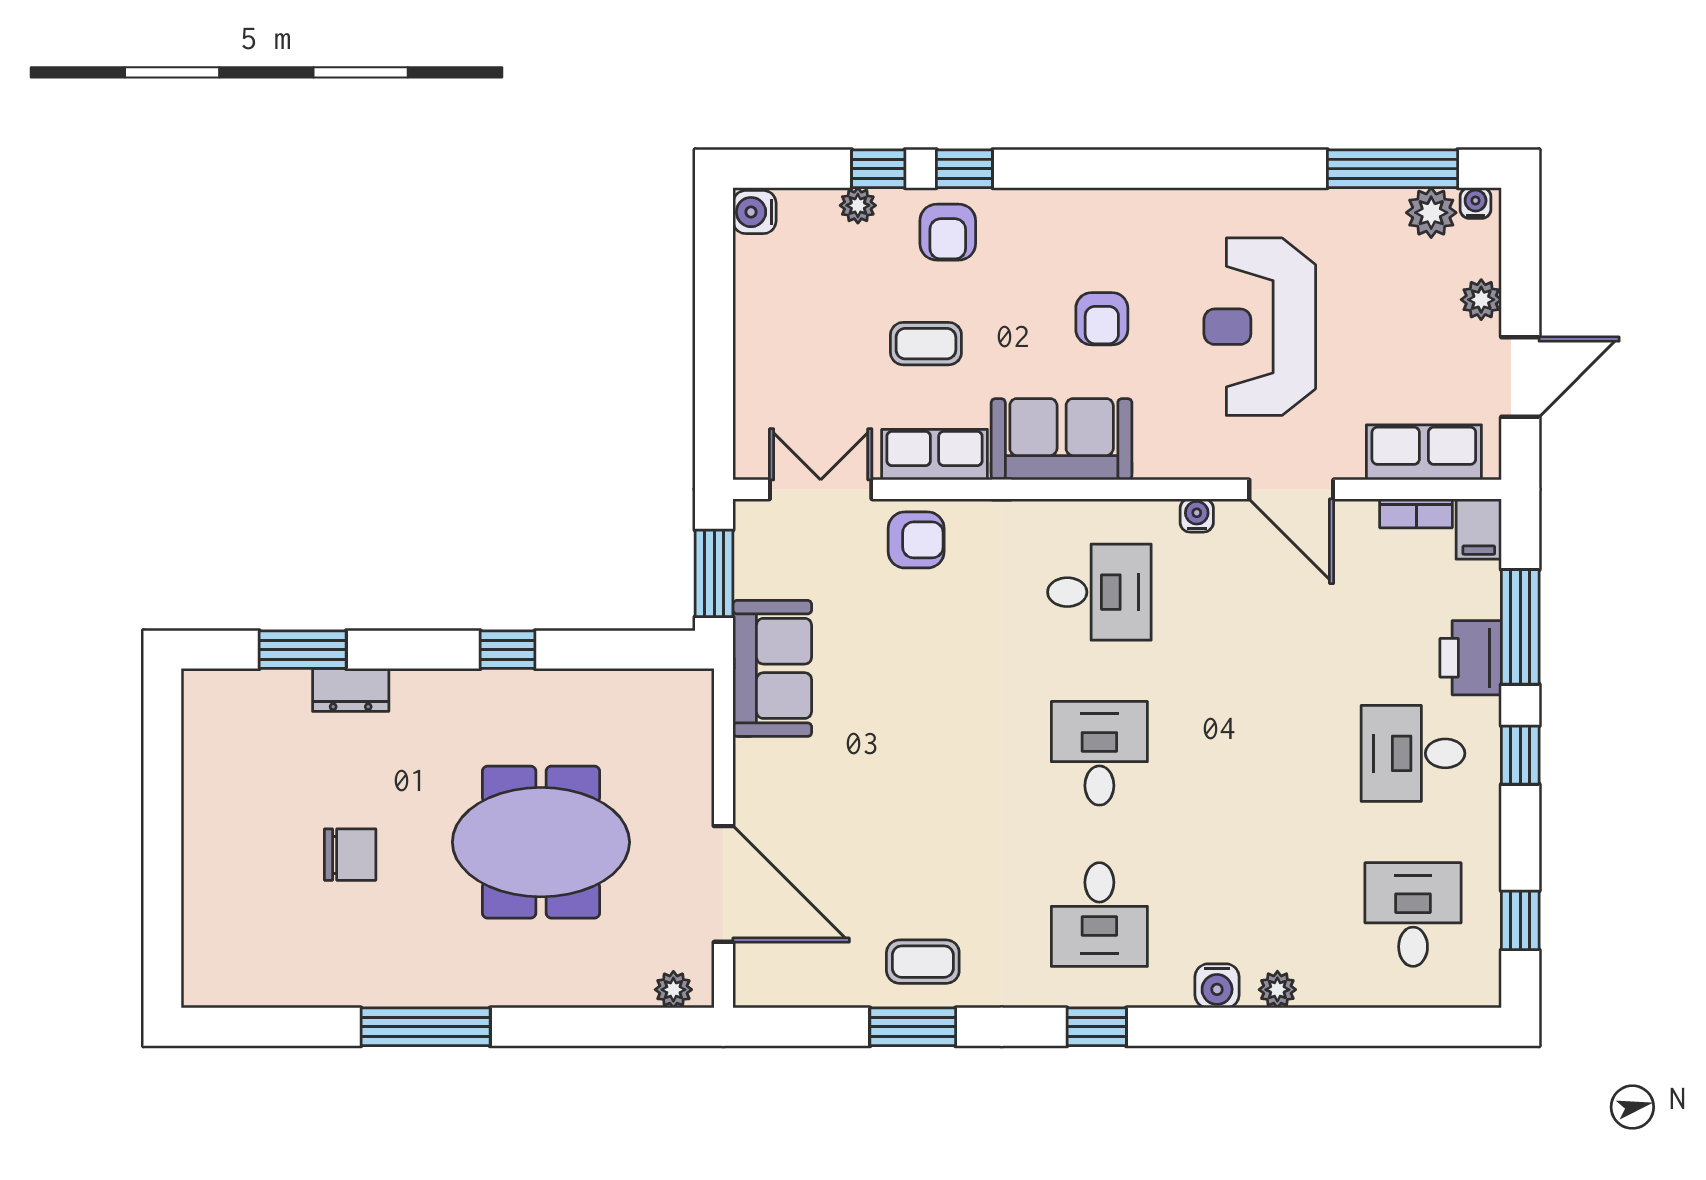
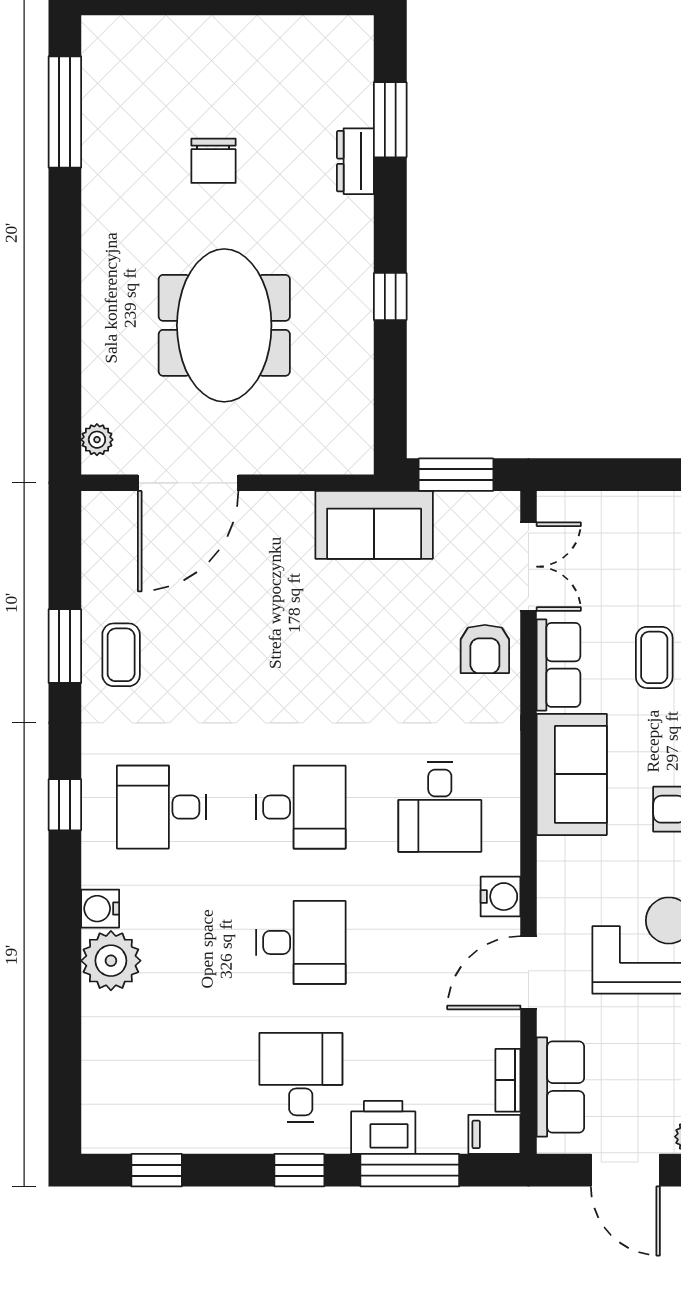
water cooler: (1197, 515) -> (501, 897), width x1.38, depth x1.38
desk: (1413, 915) -> (301, 942), moved
plant: (1277, 990) -> (111, 961), width x1.88, depth x1.88
window: (426, 1027) -> (65, 112), moved

